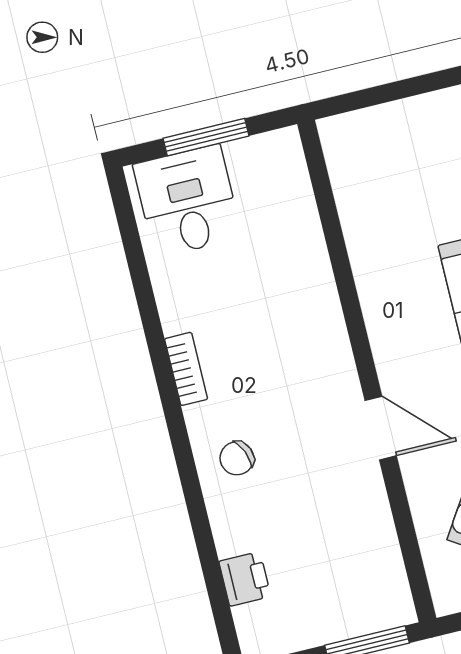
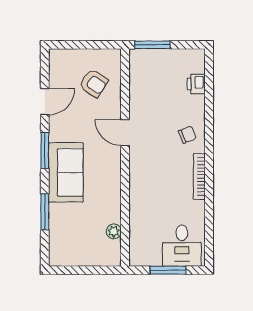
plant: (351, 196) -> (114, 231), added
bookcase: (186, 369) -> (199, 177), width x1.56

